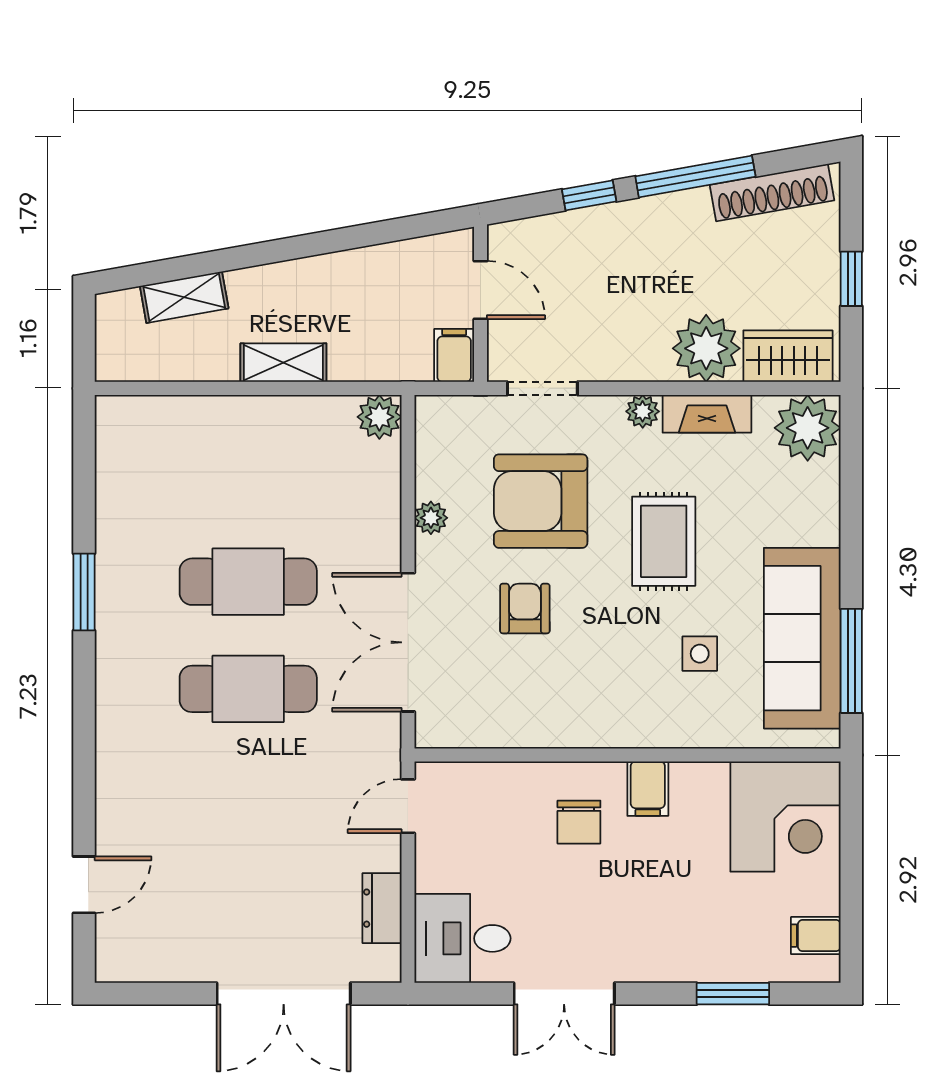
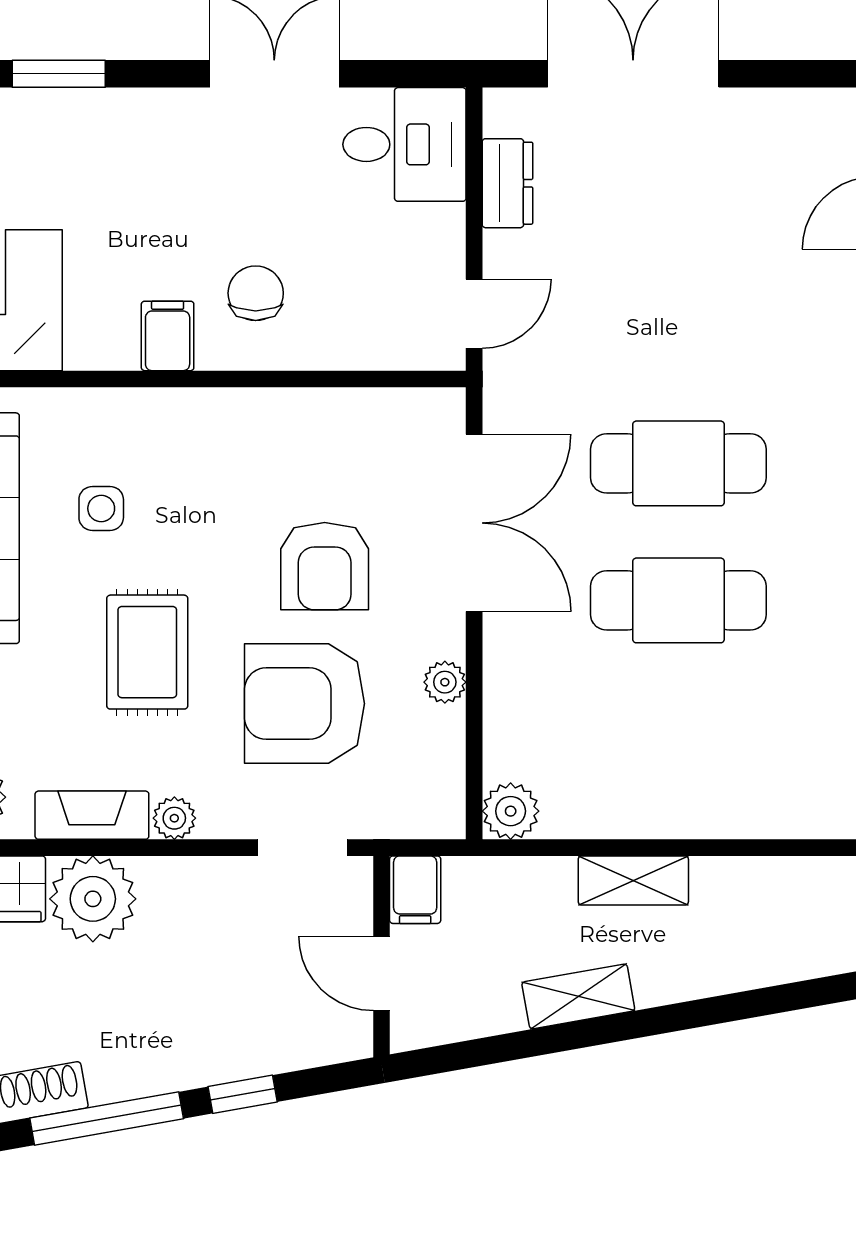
shelving: (184, 297) -> (578, 996), moved
armchair: (541, 501) -> (305, 704), turned 180
armchair: (525, 608) -> (325, 566), width x1.38, depth x1.38

